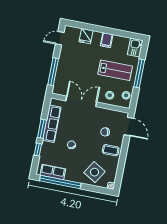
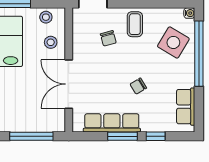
window: (60, 182) -> (199, 54), moved

